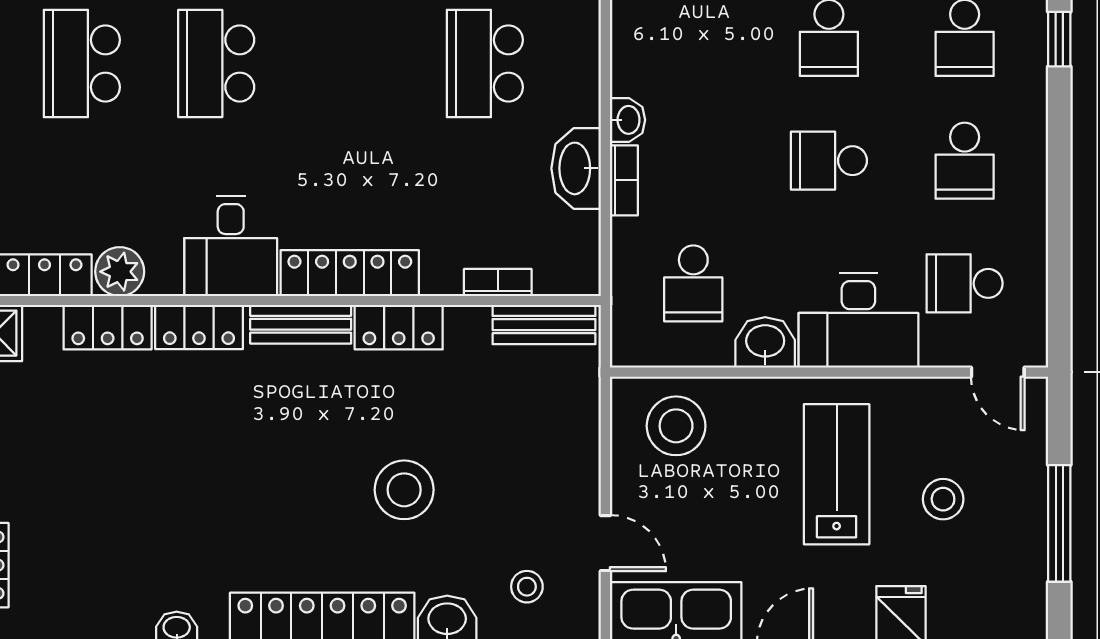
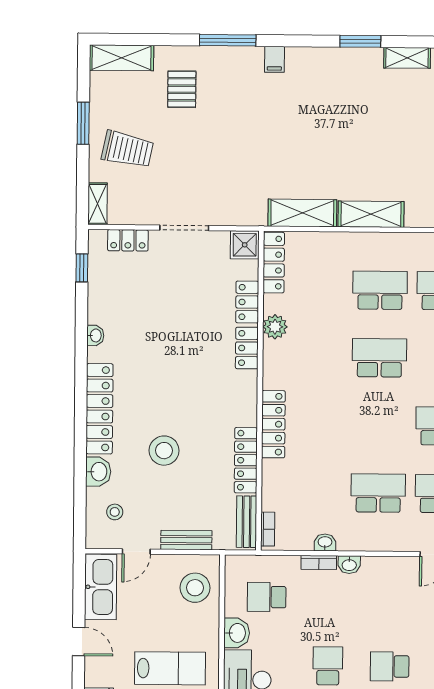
washbasin: (576, 168) -> (325, 542), width x0.52, depth x0.69
desk: (231, 246) -> (287, 364), removed
plant: (120, 272) -> (275, 327), moved
bookcase: (498, 282) -> (268, 529), moved
bench: (301, 324) -> (186, 540), moved, turned 90
locker: (399, 327) -> (246, 460), width x1.53

